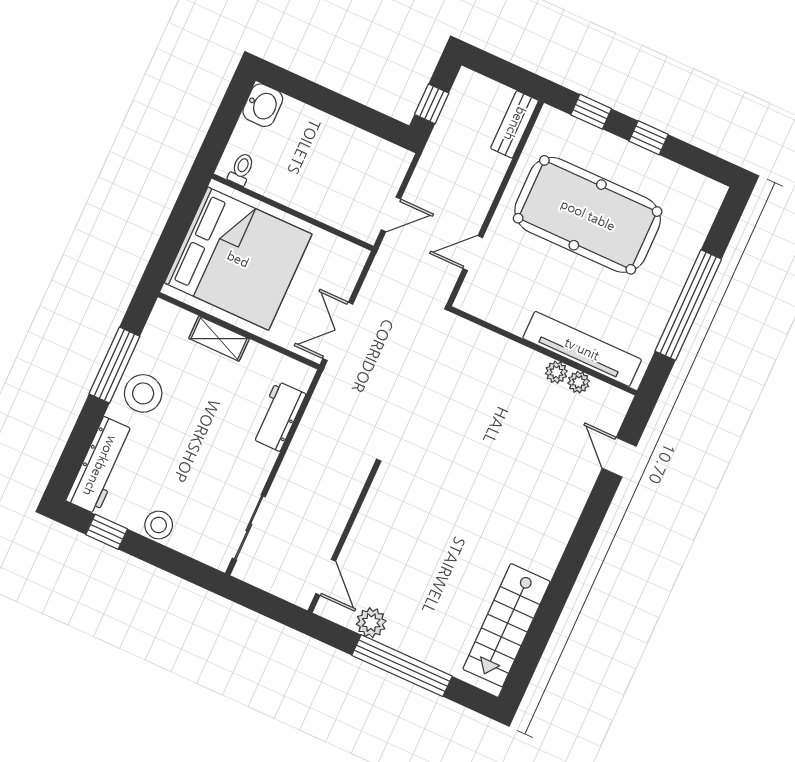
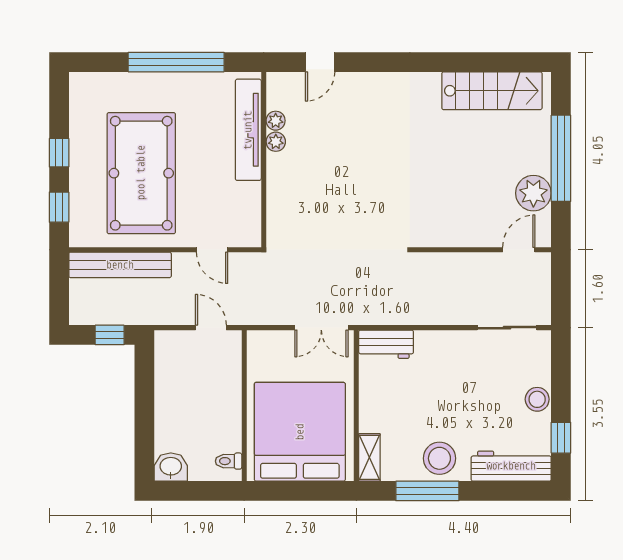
bench: (515, 124) -> (120, 265), width x1.86, depth x1.21
shelving: (219, 339) -> (369, 457), moved
workbench: (278, 416) -> (386, 344), moved
plant: (371, 623) -> (533, 193), width x1.36, depth x1.36

